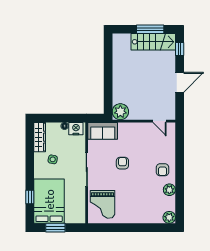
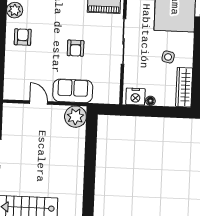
door: (160, 121) -> (39, 103), moved
sofa: (103, 131) -> (73, 91), moved

